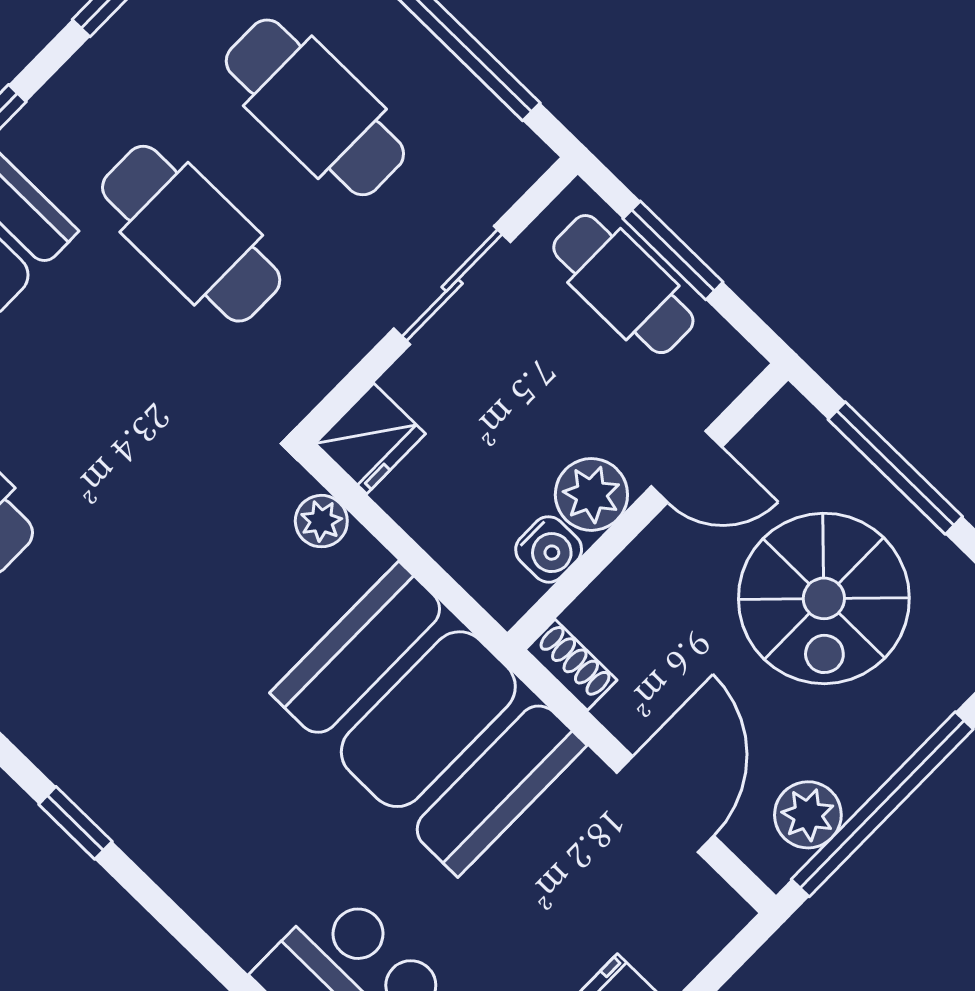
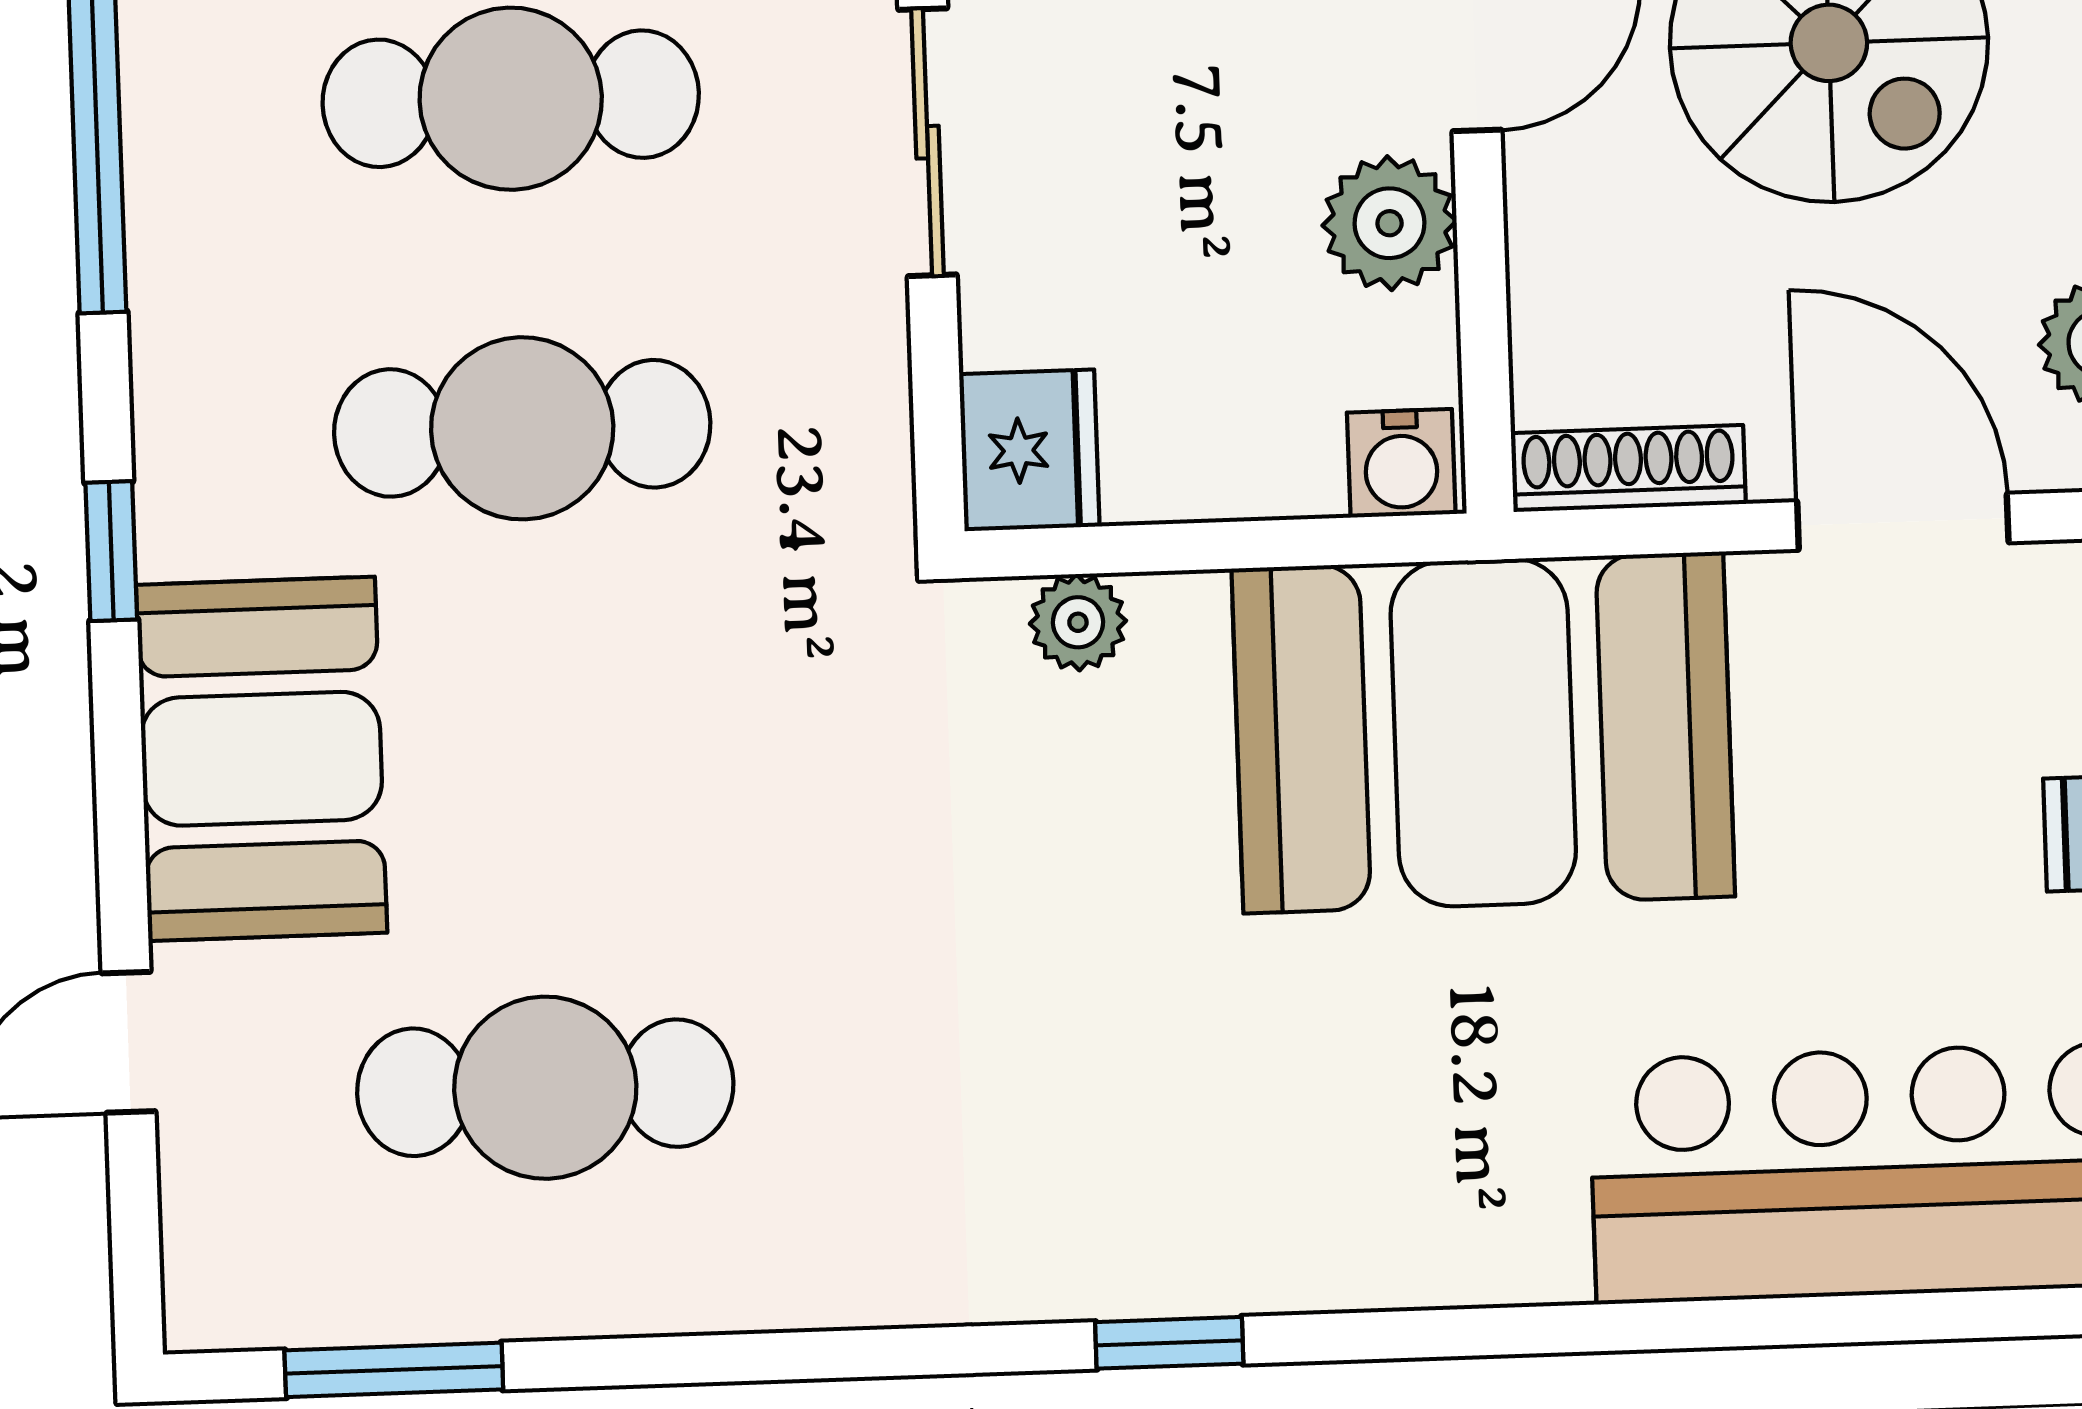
water cooler: (549, 549) -> (1401, 463), moved, turned 90
shoe rack: (571, 665) -> (1628, 468), width x1.43

